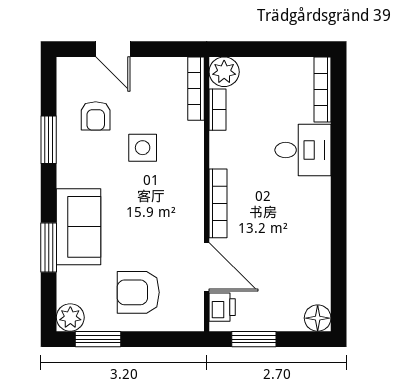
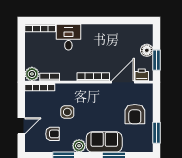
plant: (70, 317) -> (79, 146), moved
floor lamp: (318, 318) -> (147, 50), moved

